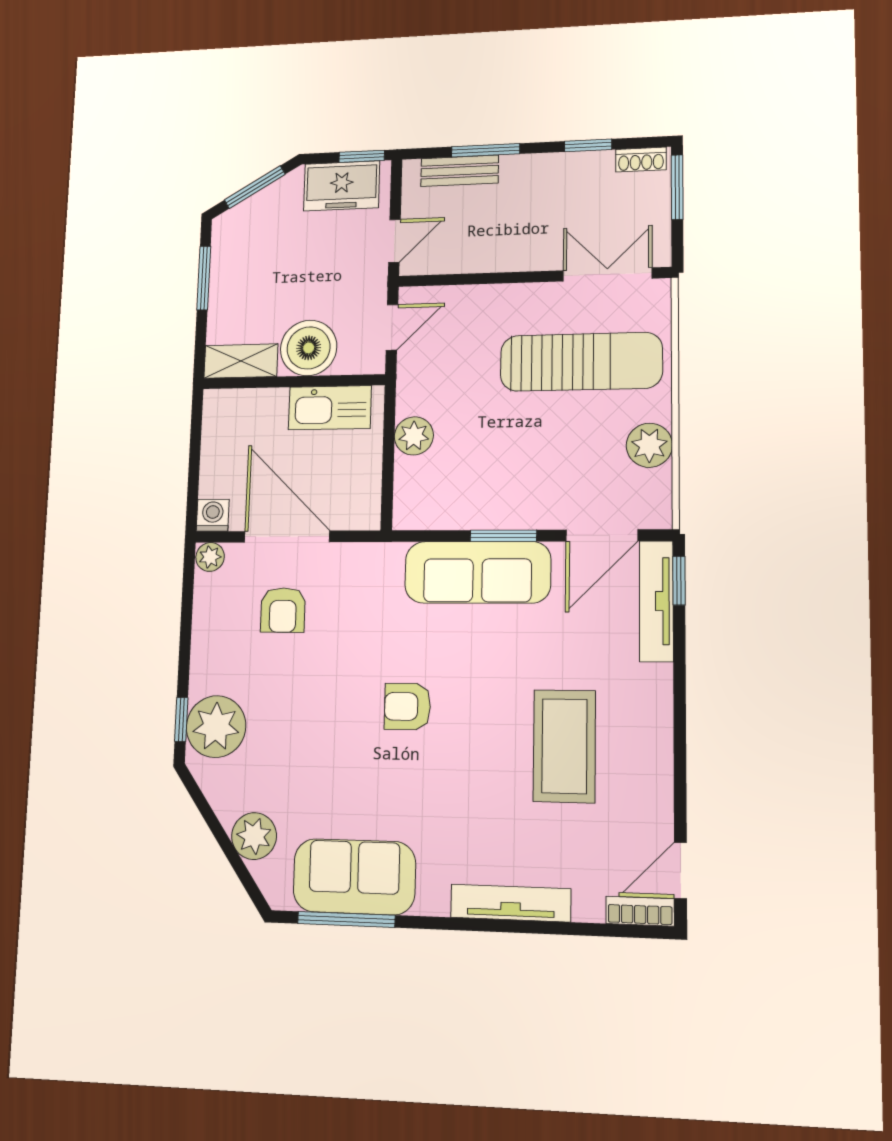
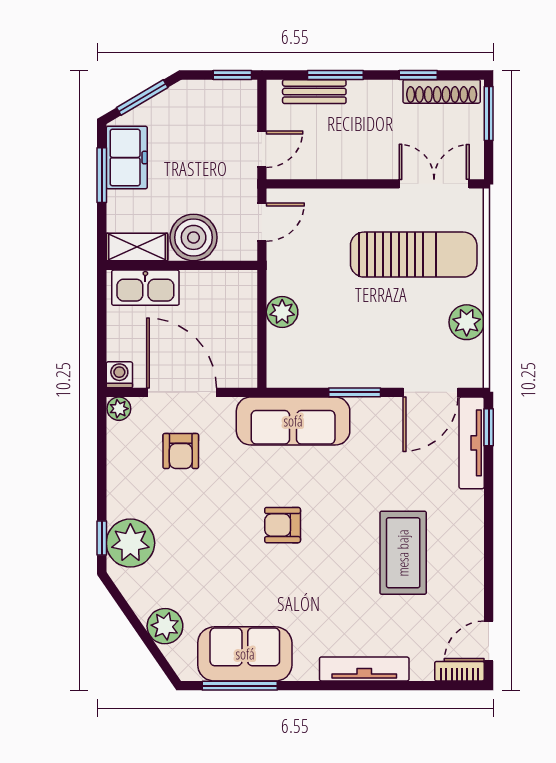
shoe rack: (641, 160) -> (442, 91), width x1.94, depth x1.24
freezer: (342, 186) -> (127, 158), moved, turned -90
kitchen sink: (330, 408) -> (145, 288), moved
sofa: (478, 572) -> (293, 421), moved

